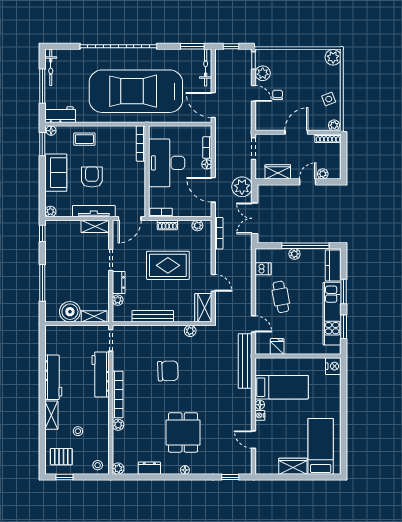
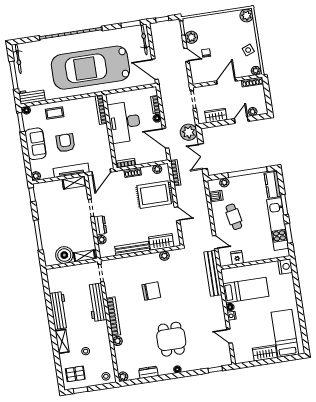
plant: (294, 254) -> (224, 183), moved
rug: (168, 265) -> (154, 195), moved
wardrobe: (203, 308) -> (161, 242), moved, turned 90

